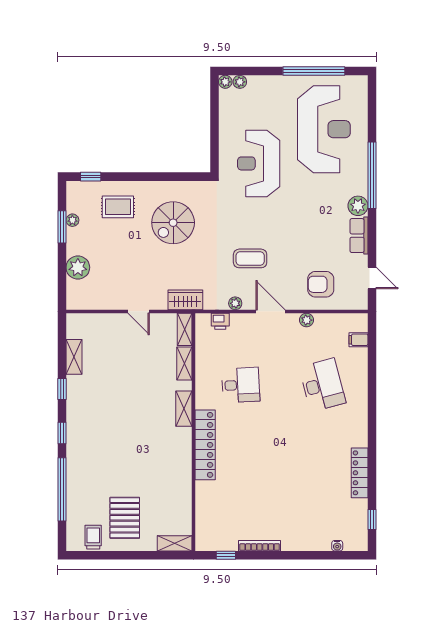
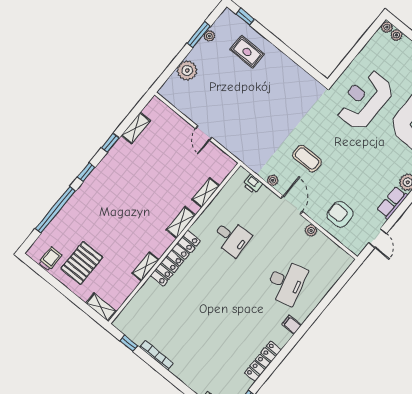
spiral stairs: (173, 223) -> (275, 93), removed
wardrobe: (185, 300) -> (241, 151), removed
shelving: (185, 329) -> (146, 267), moved
filing cabinet: (358, 340) -> (292, 325), moved

